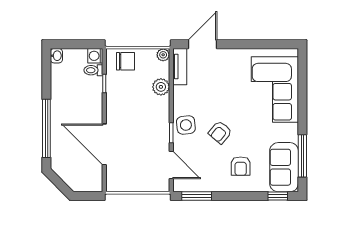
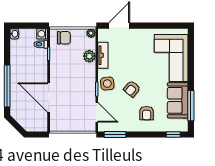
tv unit: (180, 67) -> (103, 55), moved
sofa: (284, 167) -> (178, 100), moved

